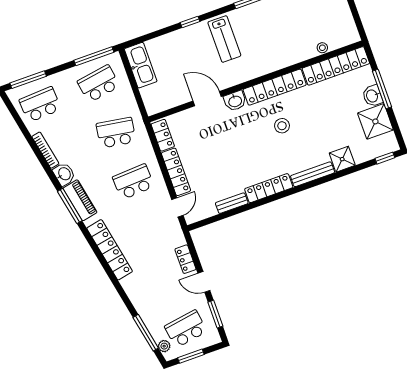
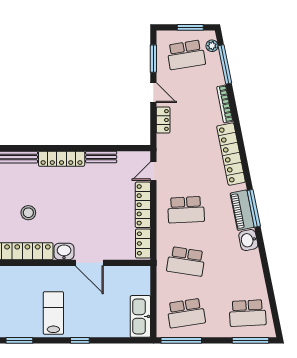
bookcase: (45, 150) -> (225, 104), moved

